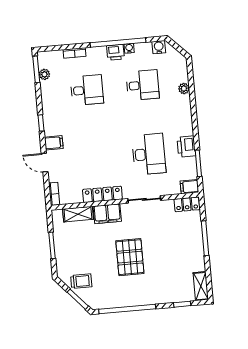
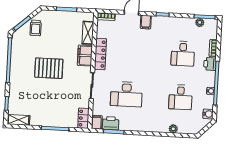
printer: (115, 52) -> (210, 64), moved
printer: (186, 146) -> (111, 123), moved

